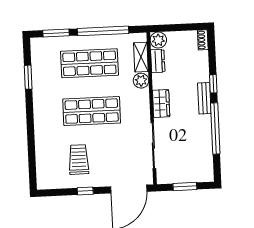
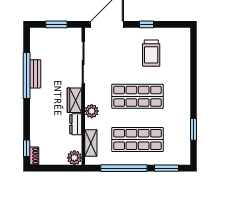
dresser: (158, 61) -> (76, 124), moved
plant: (141, 81) -> (92, 111), moved
window: (213, 84) -> (27, 148), moved
bench: (204, 98) -> (35, 74), moved

